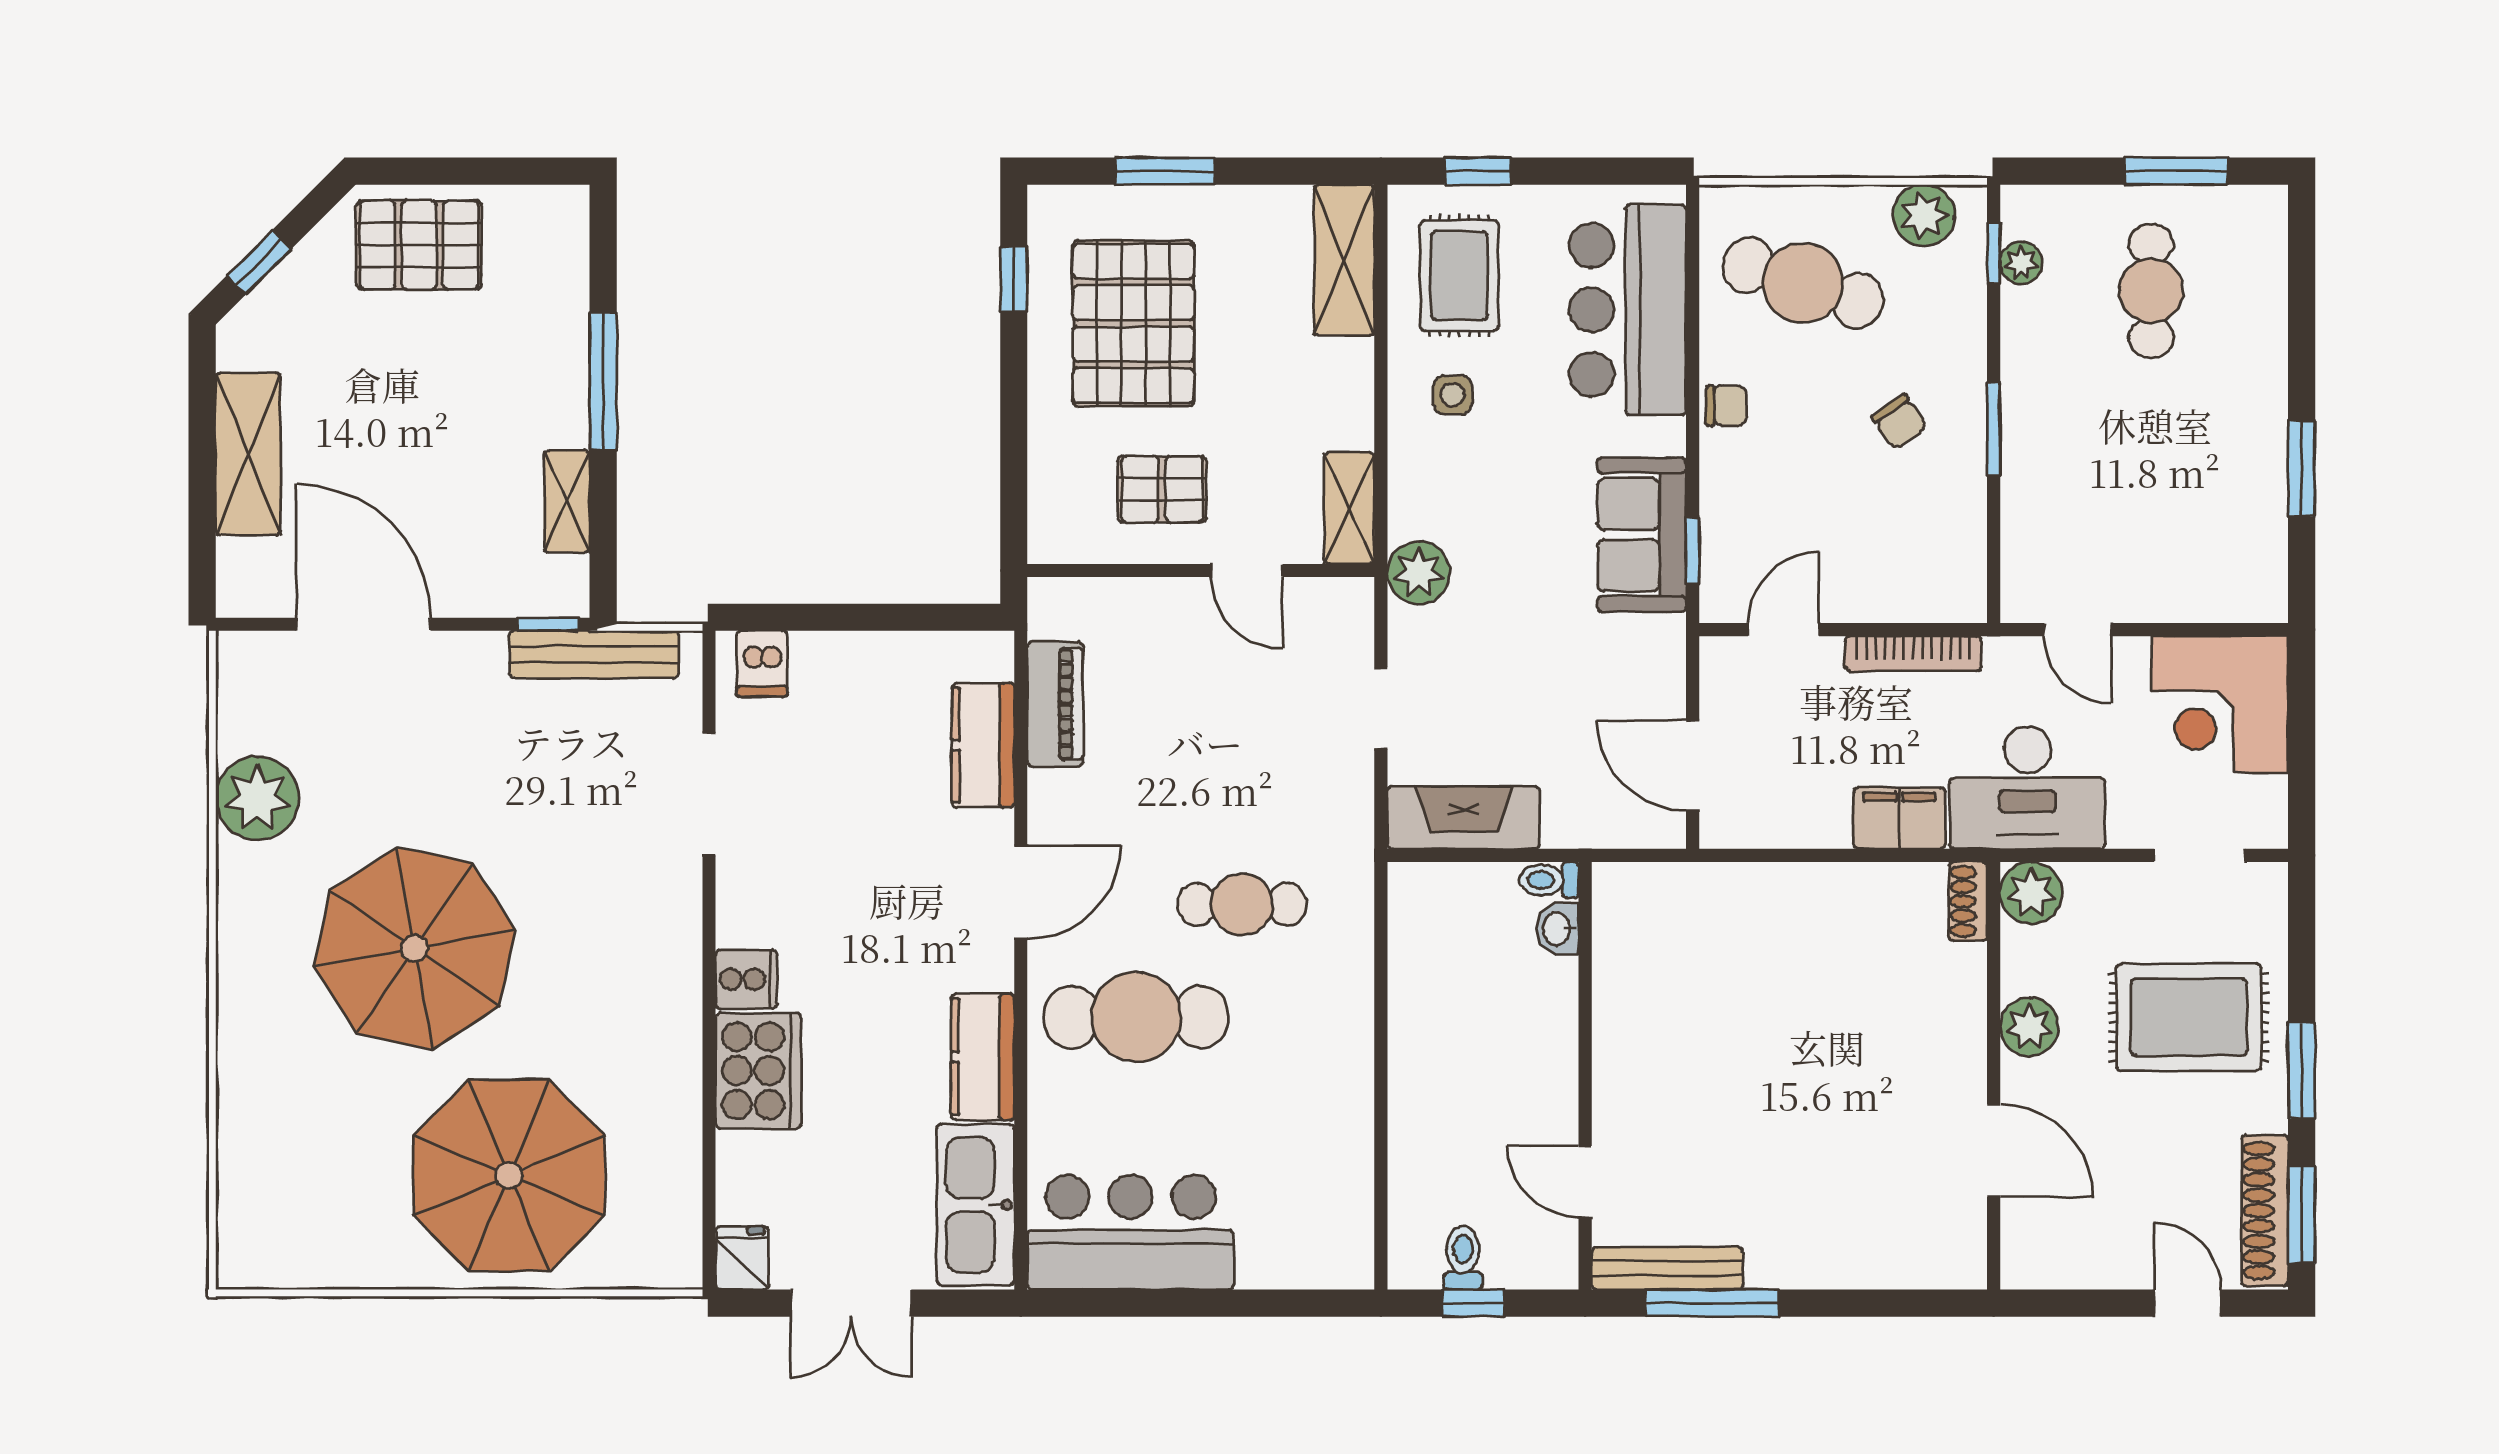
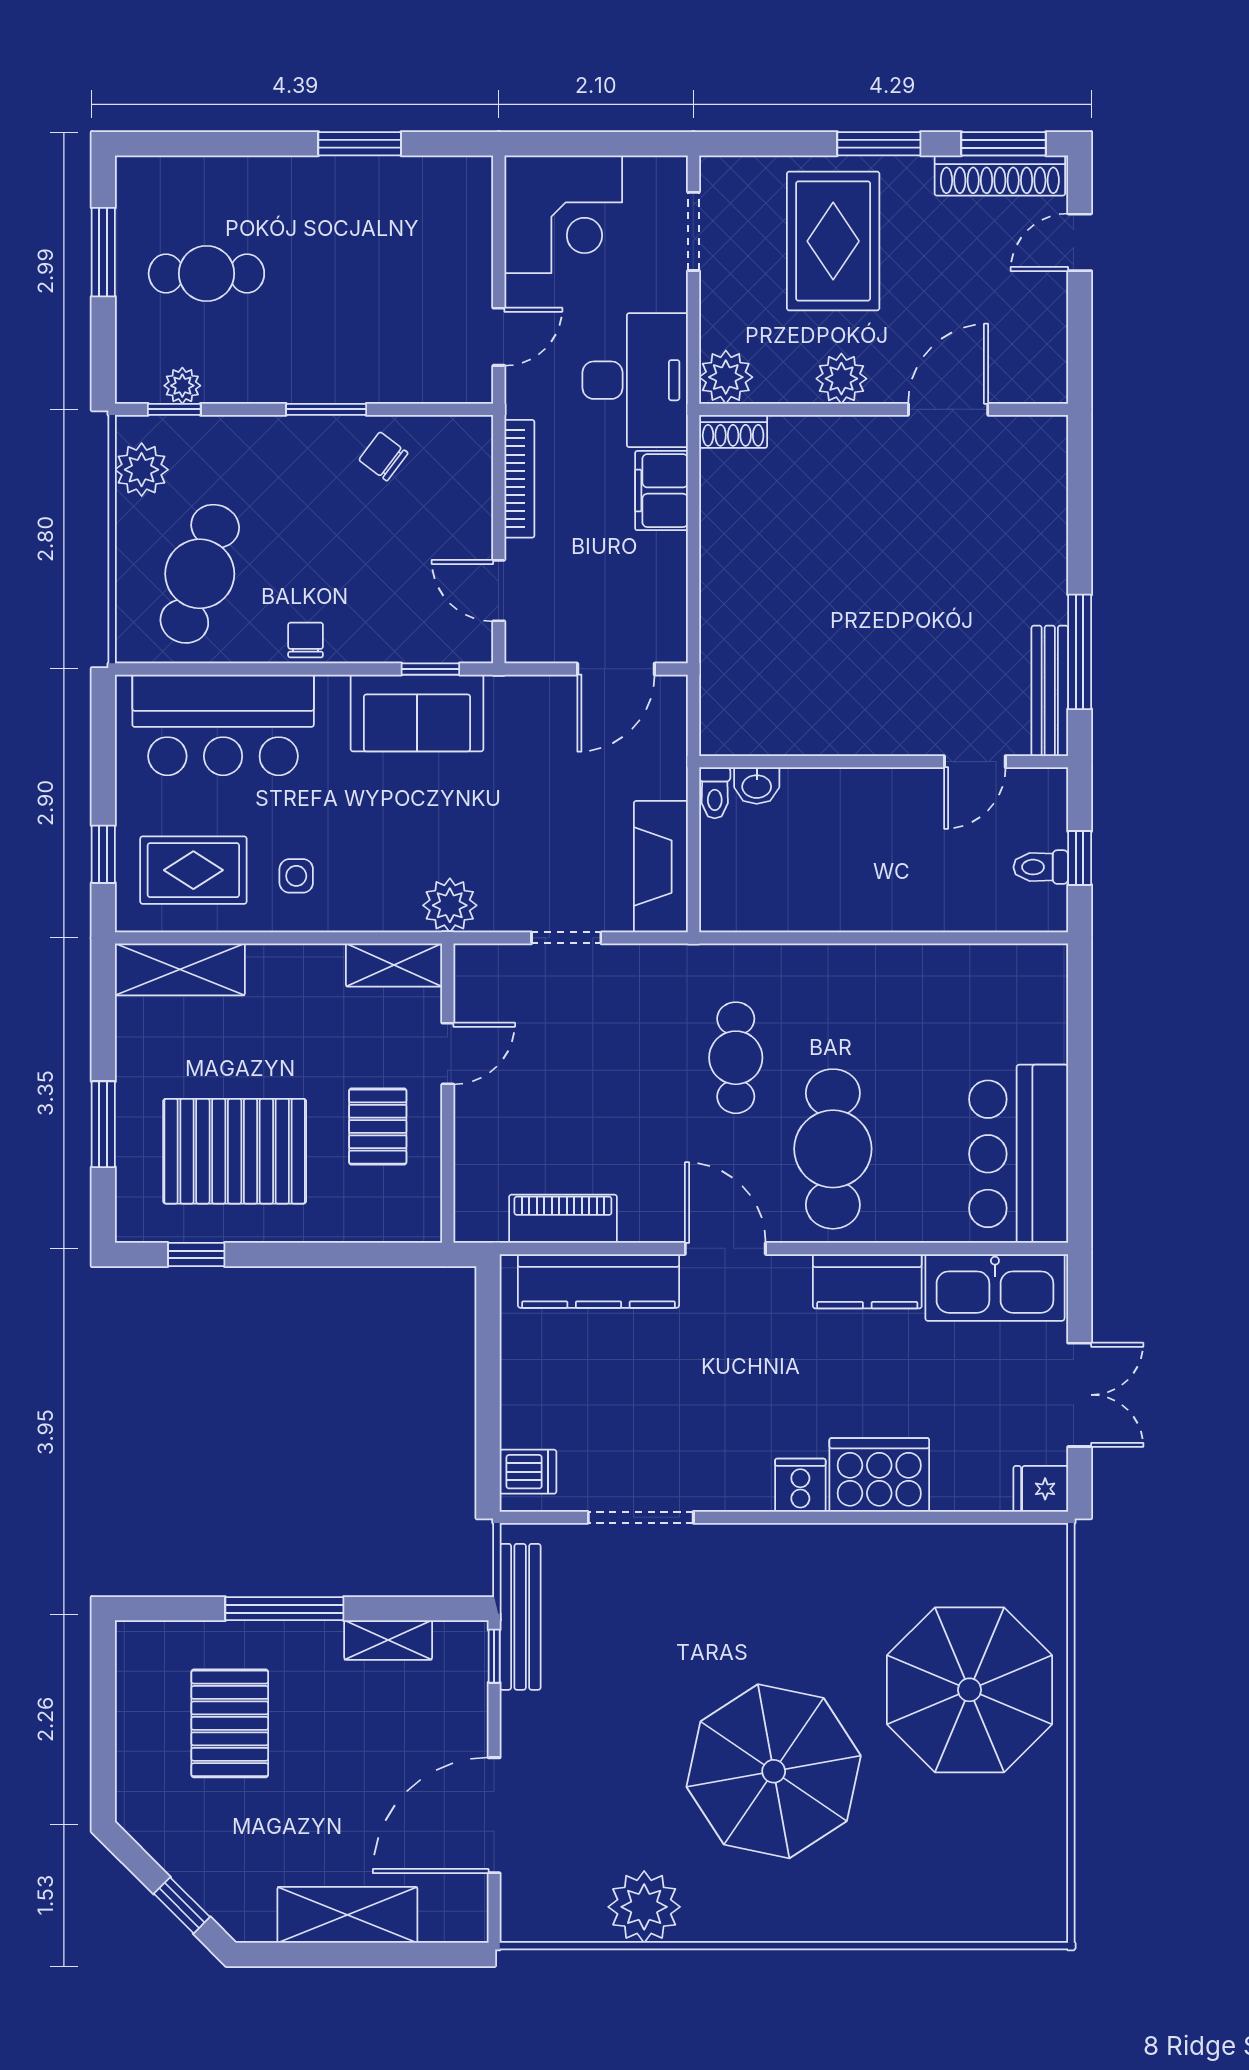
pallet: (419, 245) -> (230, 1723), moved
chair: (1899, 422) -> (383, 456), moved, turned -108
kitchen counter: (983, 745) -> (598, 1281), width x1.50

